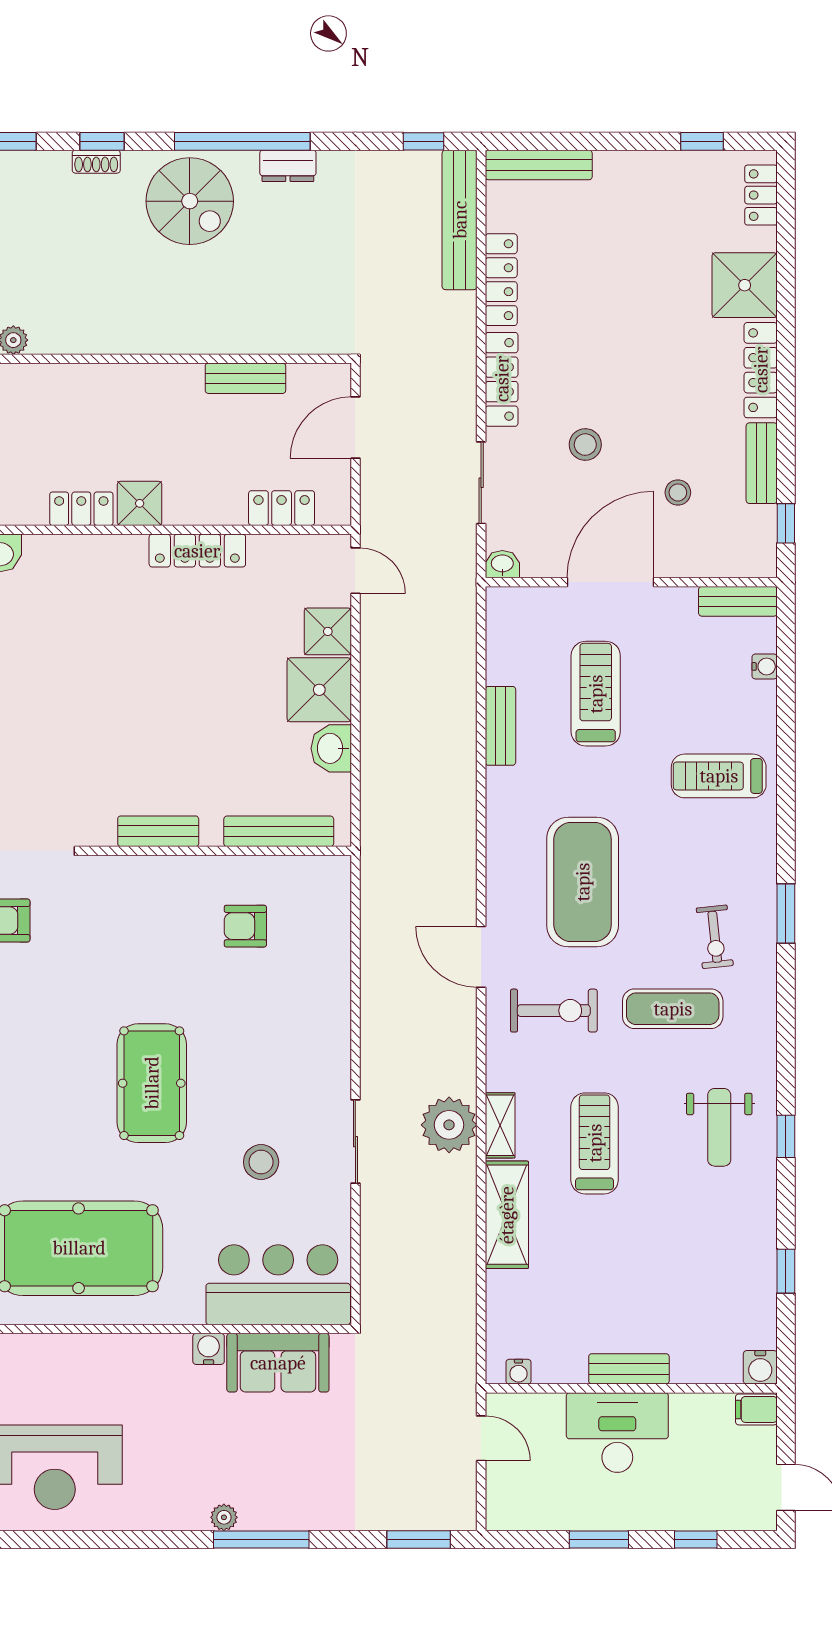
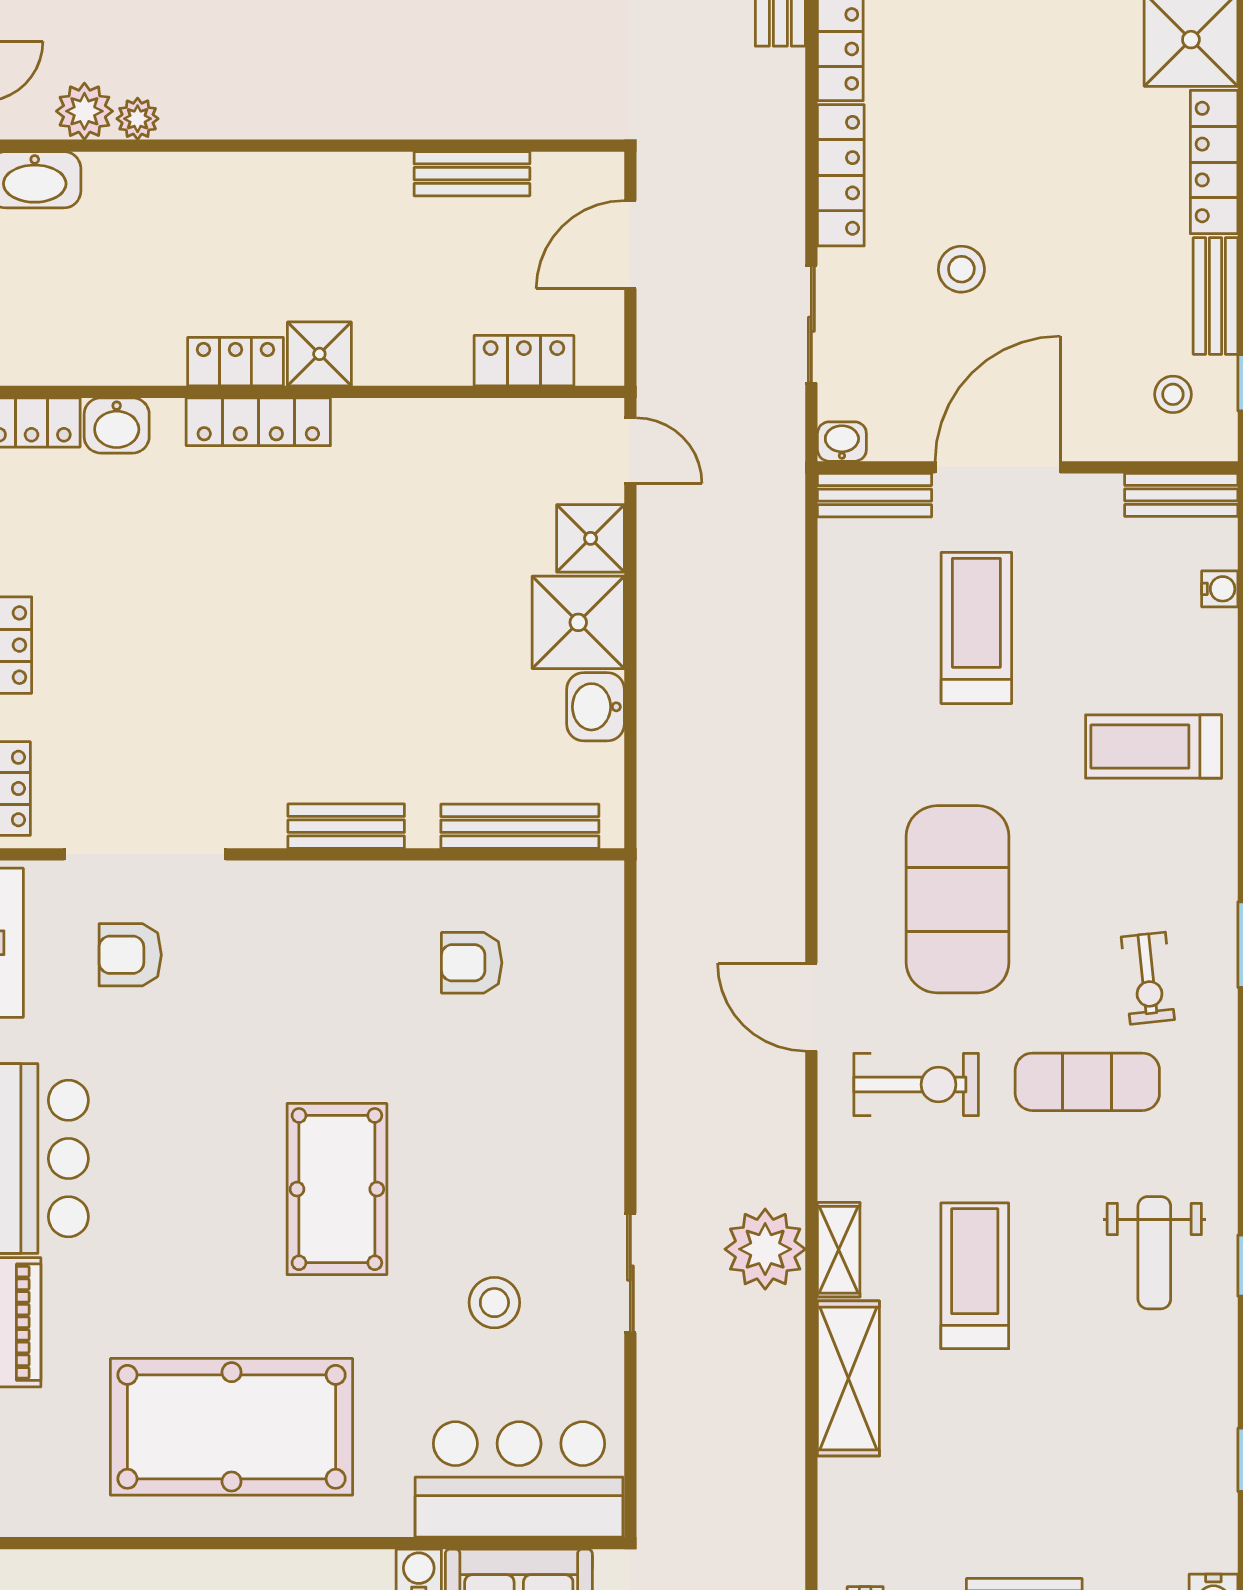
stool: (678, 492) -> (1173, 394), moved
locker: (197, 551) -> (258, 422), moved
bench: (500, 726) -> (874, 495), moved, turned 90

